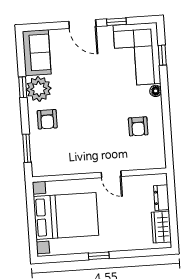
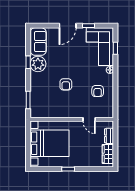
door: (82, 24) -> (68, 26), hinge flipped
armchair: (47, 119) -> (66, 84), moved
door: (111, 174) -> (89, 119), moved

